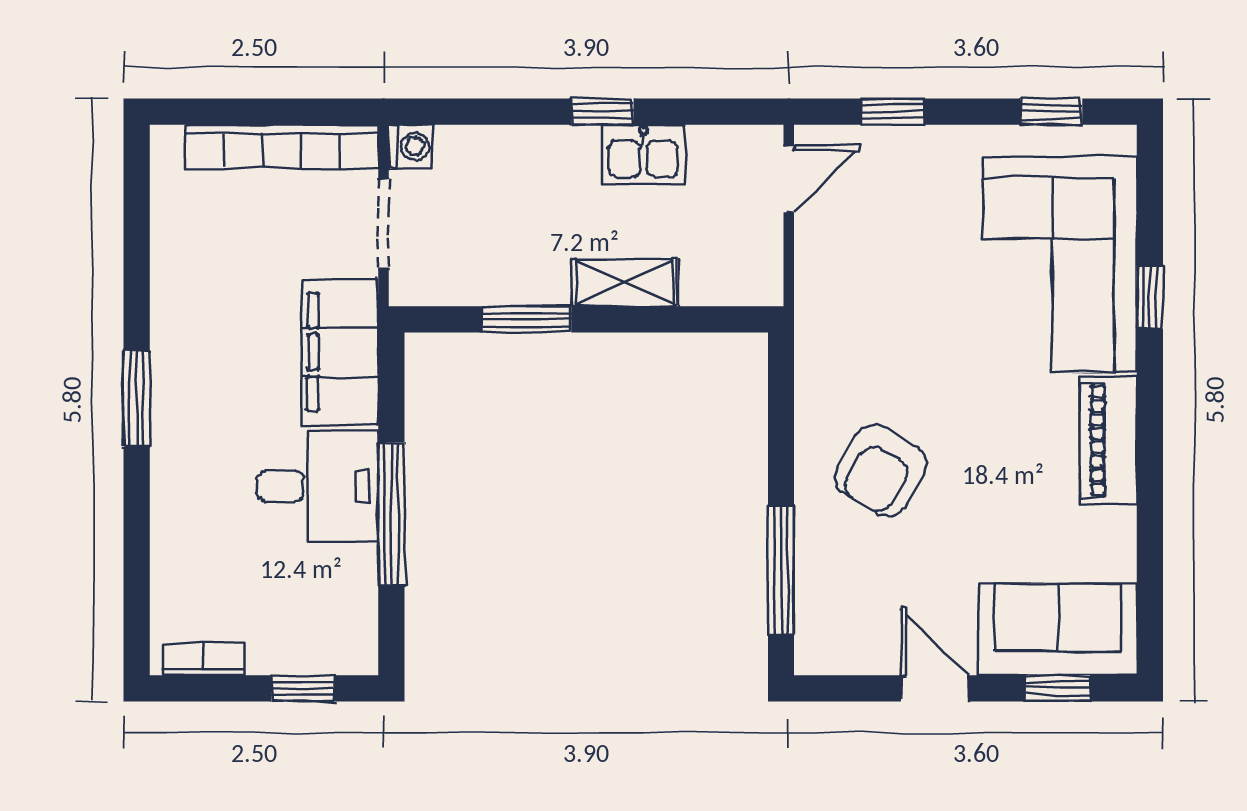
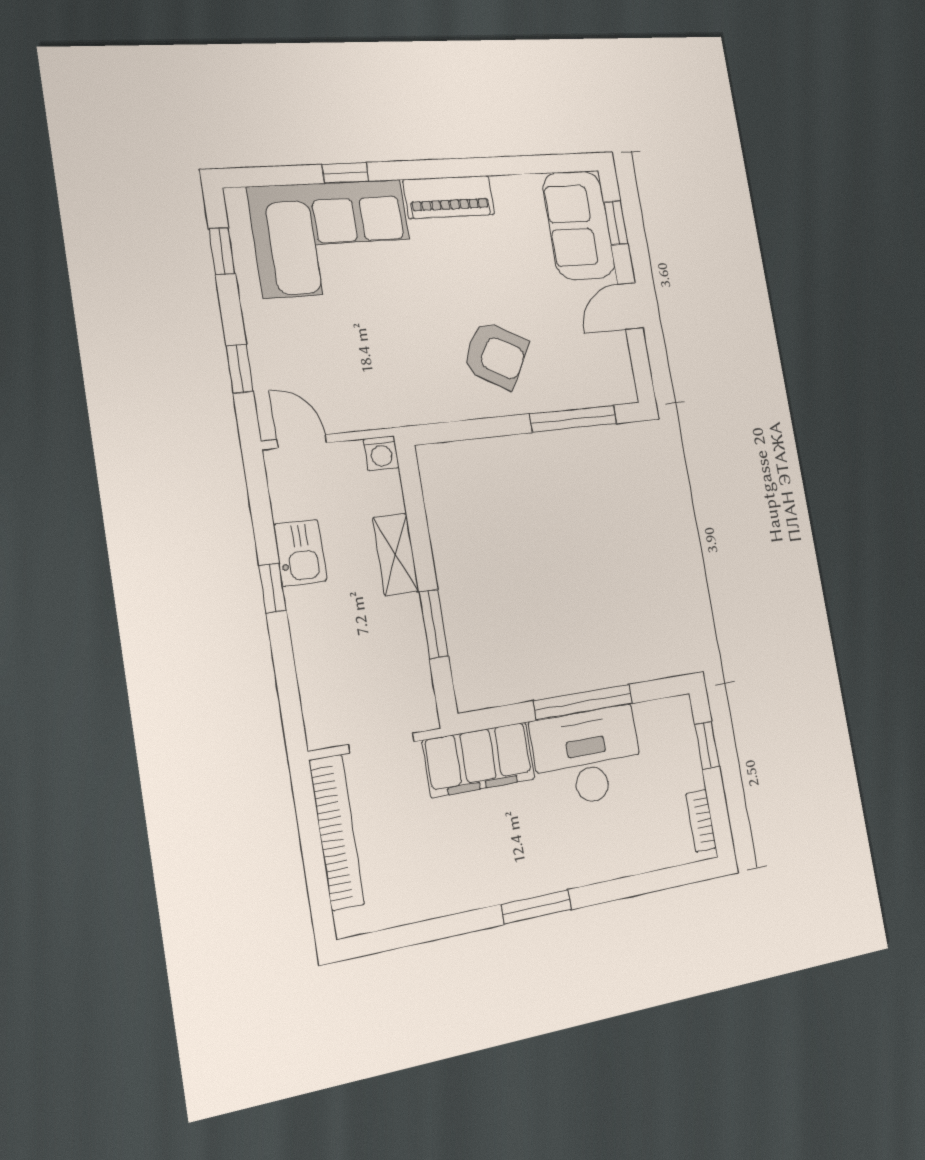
washing machine: (411, 147) -> (381, 453), moved, turned 180
desk: (318, 486) -> (587, 757), width x1.37

